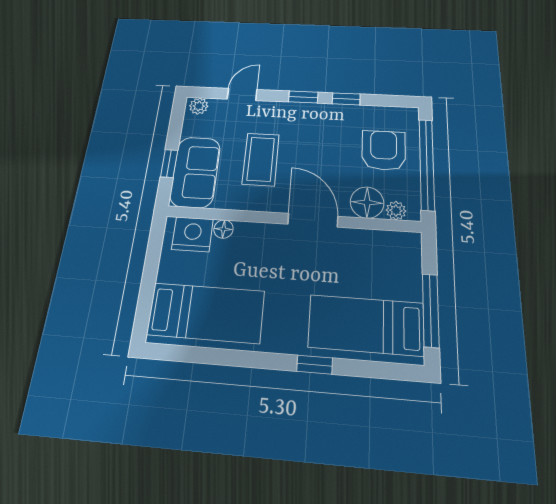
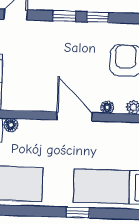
coffee table: (261, 159) -> (34, 70), removed
floor lamp: (367, 202) -> (107, 107), width x0.53, depth x0.53

